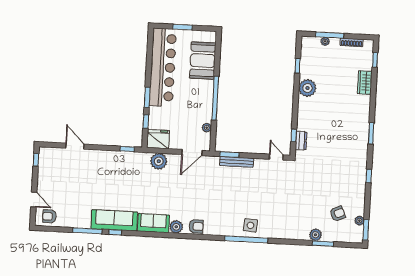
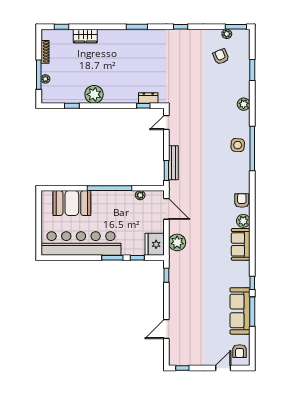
window: (182, 27) -> (39, 226), removed
sofa: (114, 220) -> (240, 311), moved
plant: (316, 235) -> (244, 104), moved

